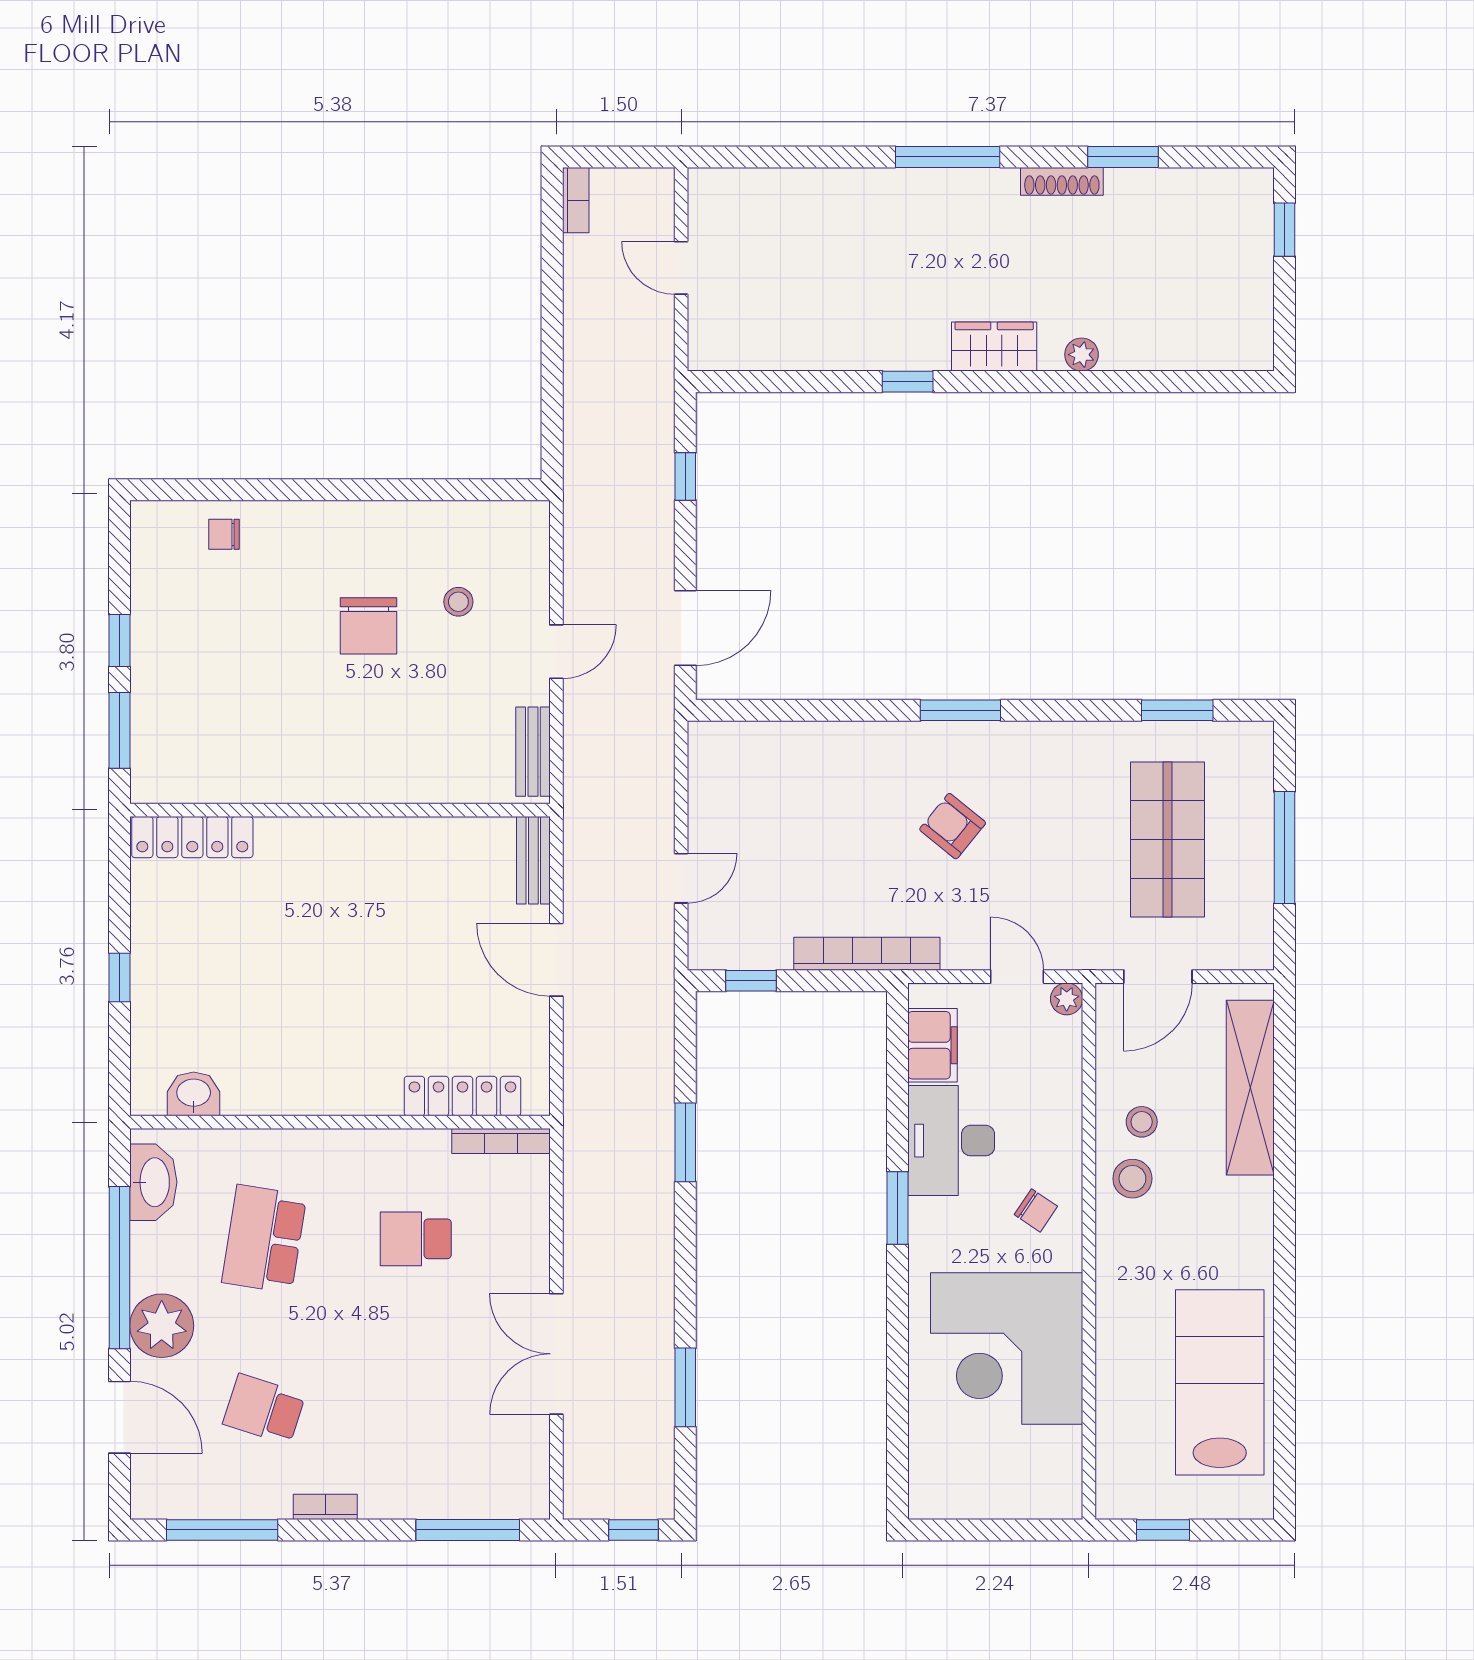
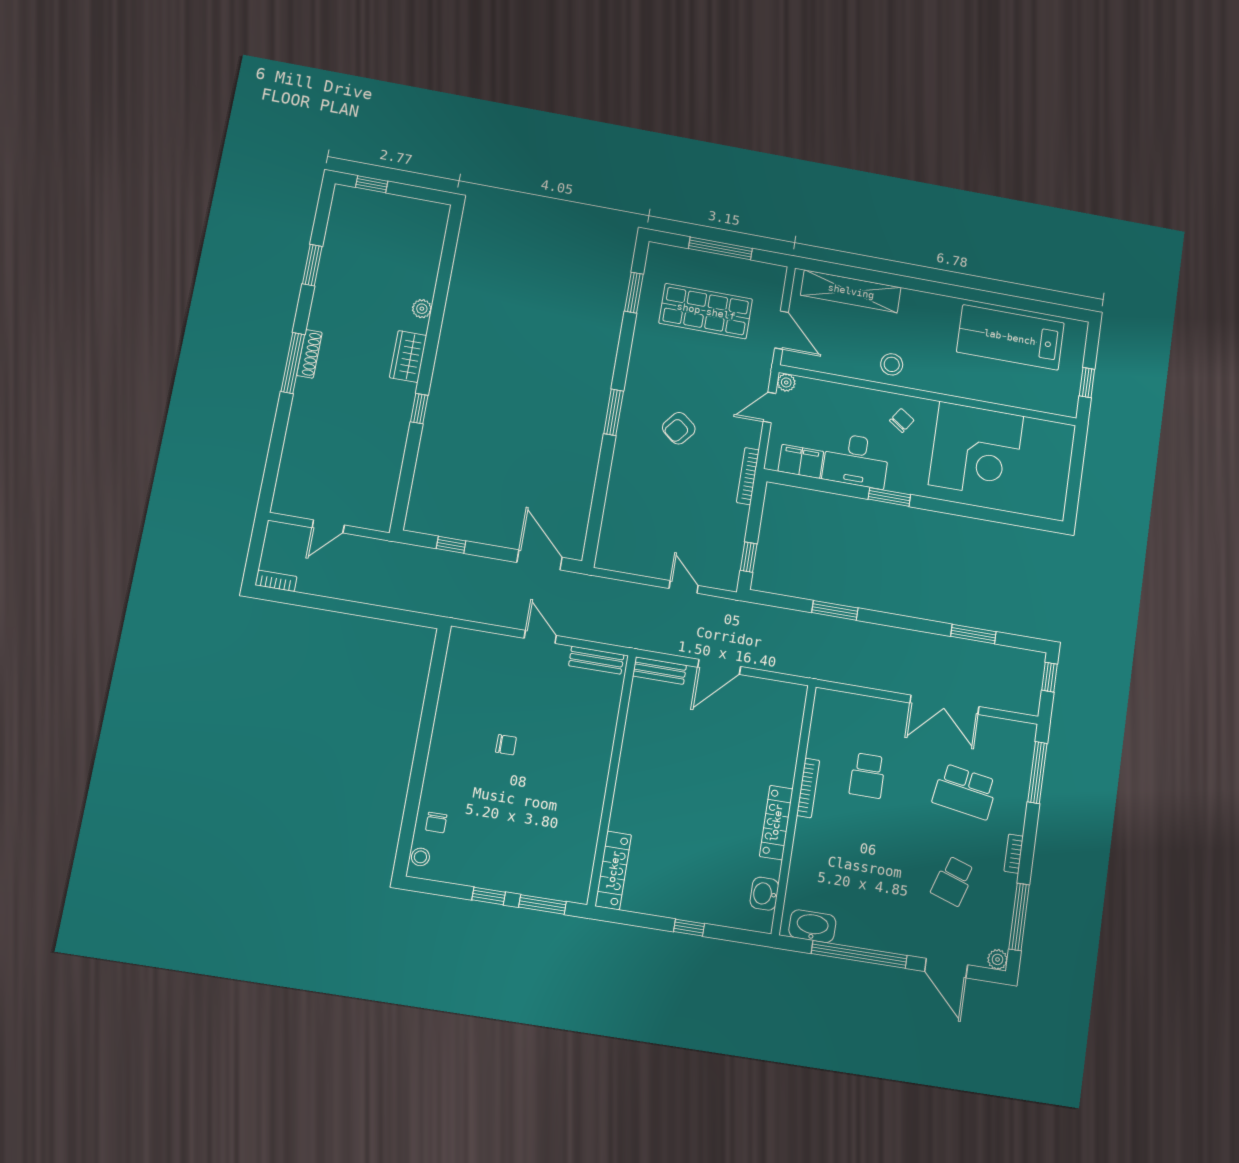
shoe rack: (1062, 181) -> (309, 354), moved
stool: (458, 602) -> (420, 857), moved
chair: (369, 626) -> (506, 745), width x0.54, depth x0.54
bookcase: (867, 954) -> (748, 476), width x0.68, depth x0.76
locker: (462, 1096) -> (776, 823), moved
stool: (1142, 1122) -> (861, 354), removed
bookcase: (501, 1141) -> (808, 788), moved
school desk: (264, 1239) -> (965, 792), moved
plant: (162, 1326) -> (998, 959), moved, width x0.53, depth x0.53
door: (119, 1417) -> (946, 968), swing flipped

